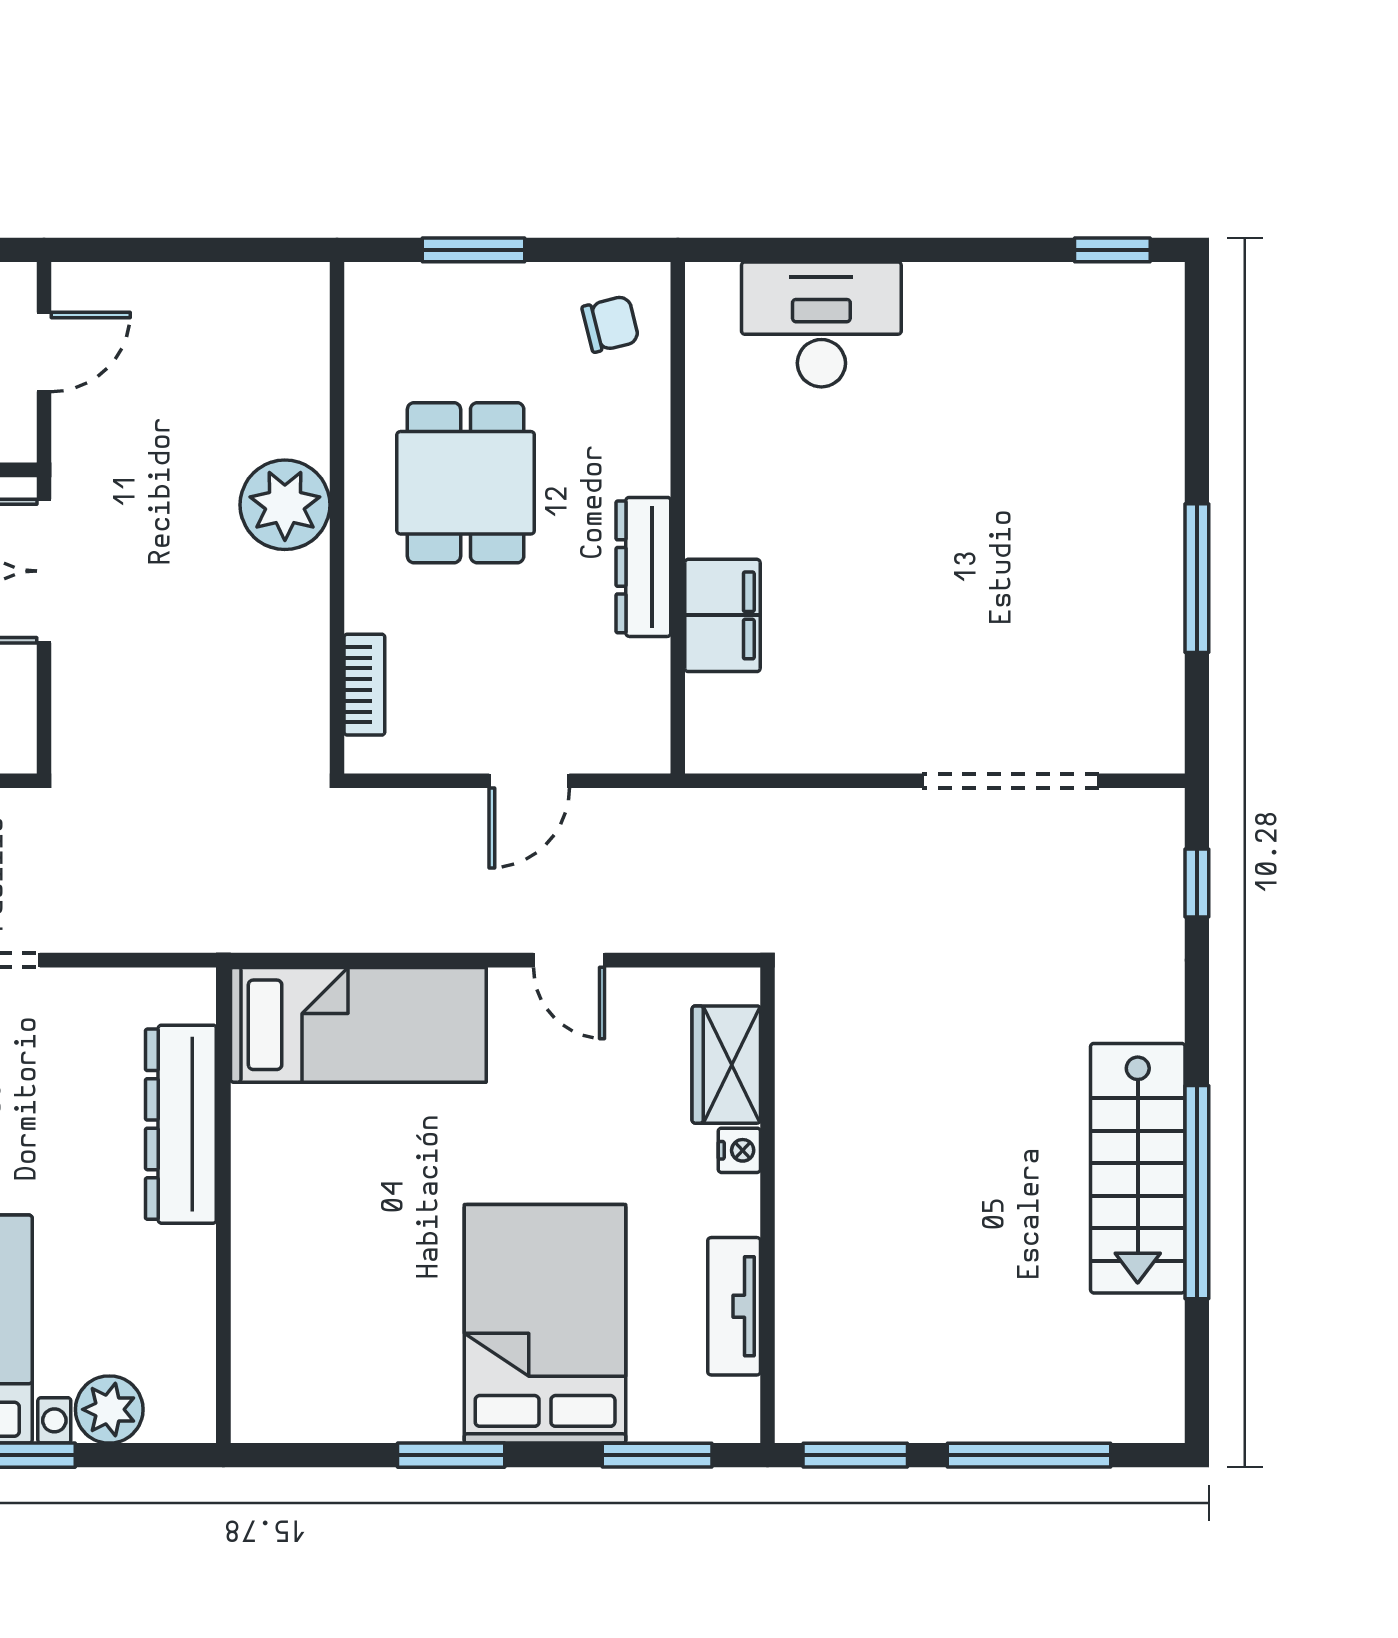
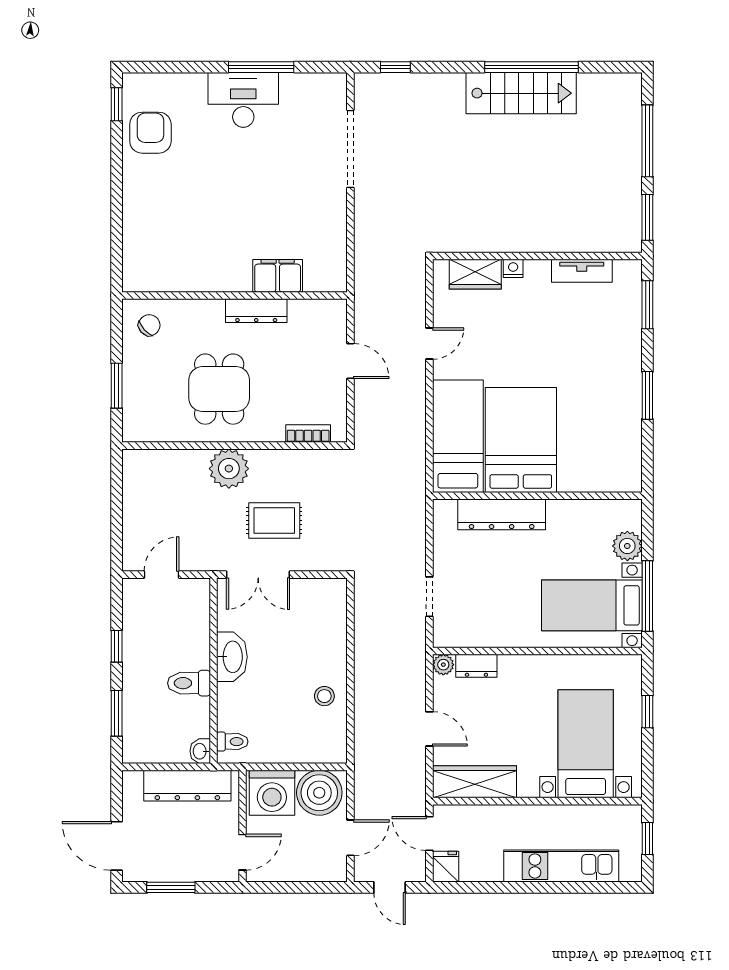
chair: (611, 324) -> (149, 325), turned 62
desk: (821, 324) -> (243, 100), moved, turned 90
armchair: (1048, 327) -> (150, 133), added
door: (44, 352) -> (162, 575), hinge flipped
dining table: (466, 483) -> (219, 389), turned 90
rug: (167, 608) -> (274, 520), added
bed: (545, 1324) -> (521, 440), moved, turned 90

